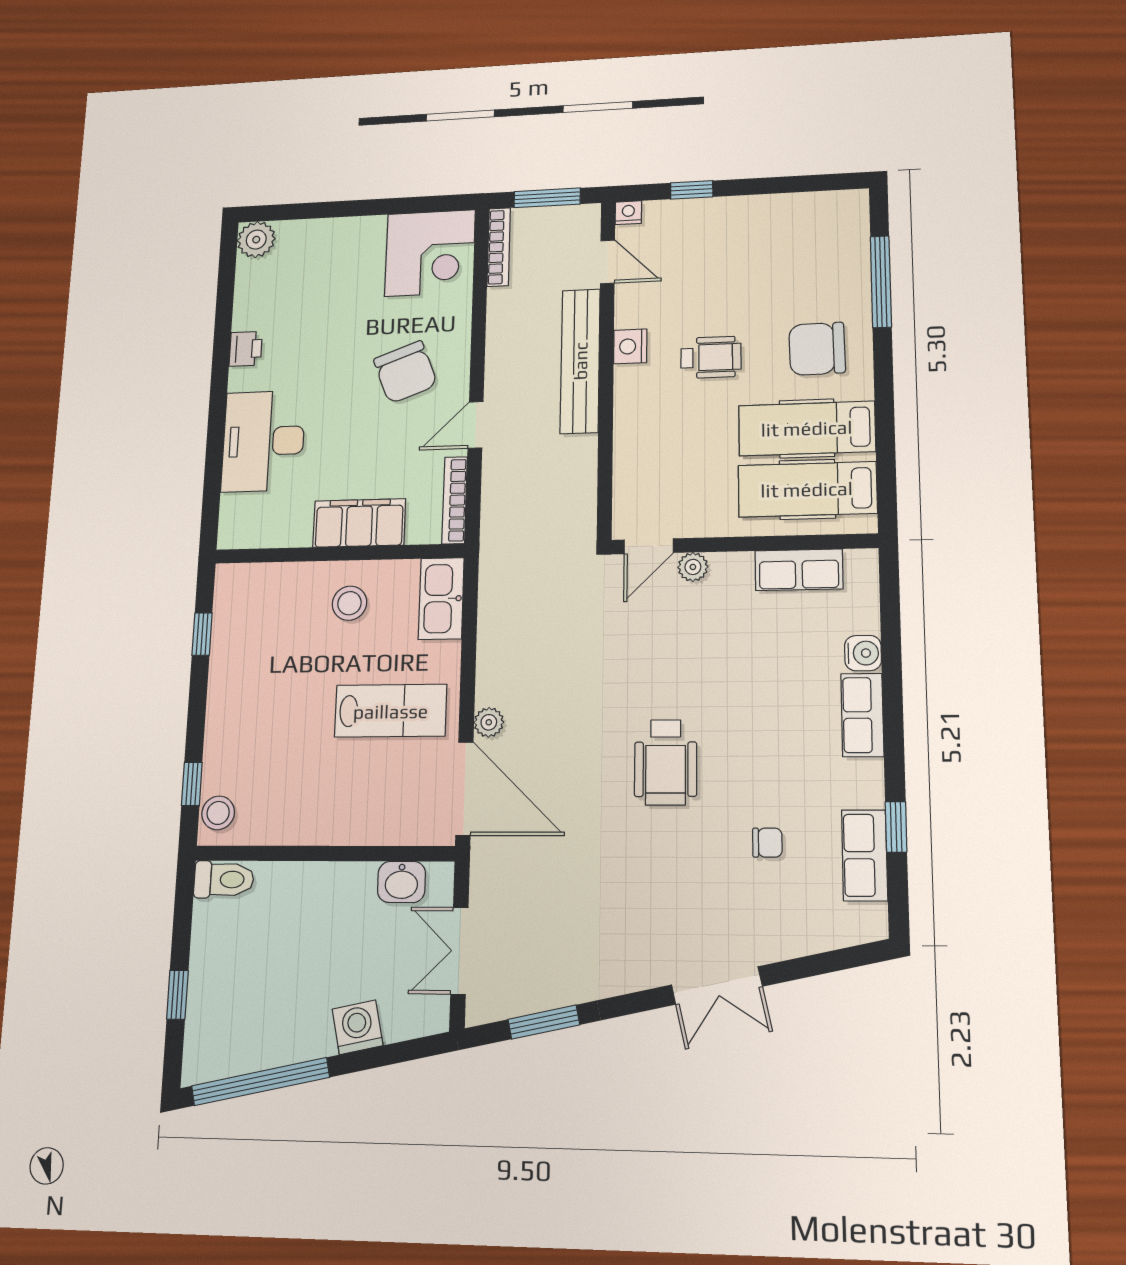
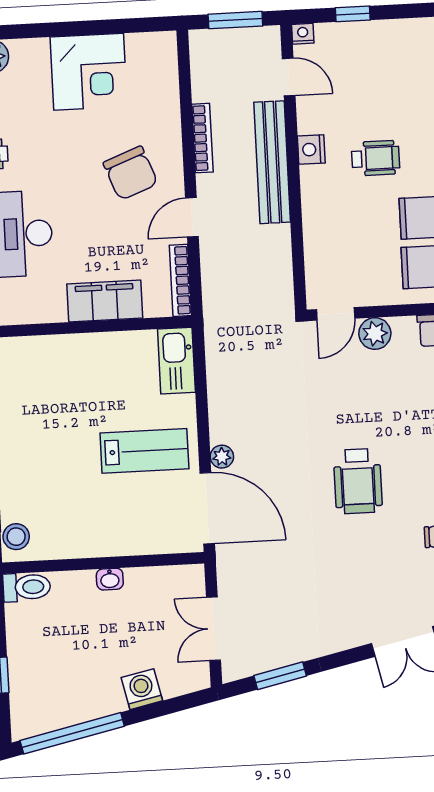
bookcase: (499, 247) -> (202, 138), moved
corner desk: (430, 253) -> (89, 72), moved
plant: (693, 567) -> (375, 334), width x1.38, depth x1.38
stool: (349, 603) -> (103, 367), removed
washbasin: (401, 882) -> (110, 579), moved, width x0.72, depth x0.69

